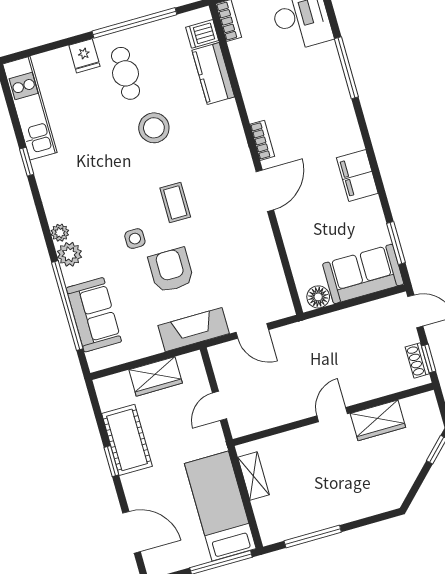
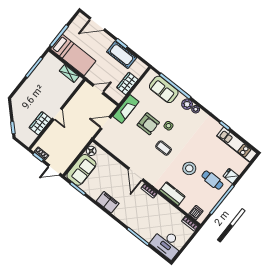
kitchen counter: (213, 74) -> (172, 194), moved
door: (219, 406) -> (98, 89), hinge flipped

